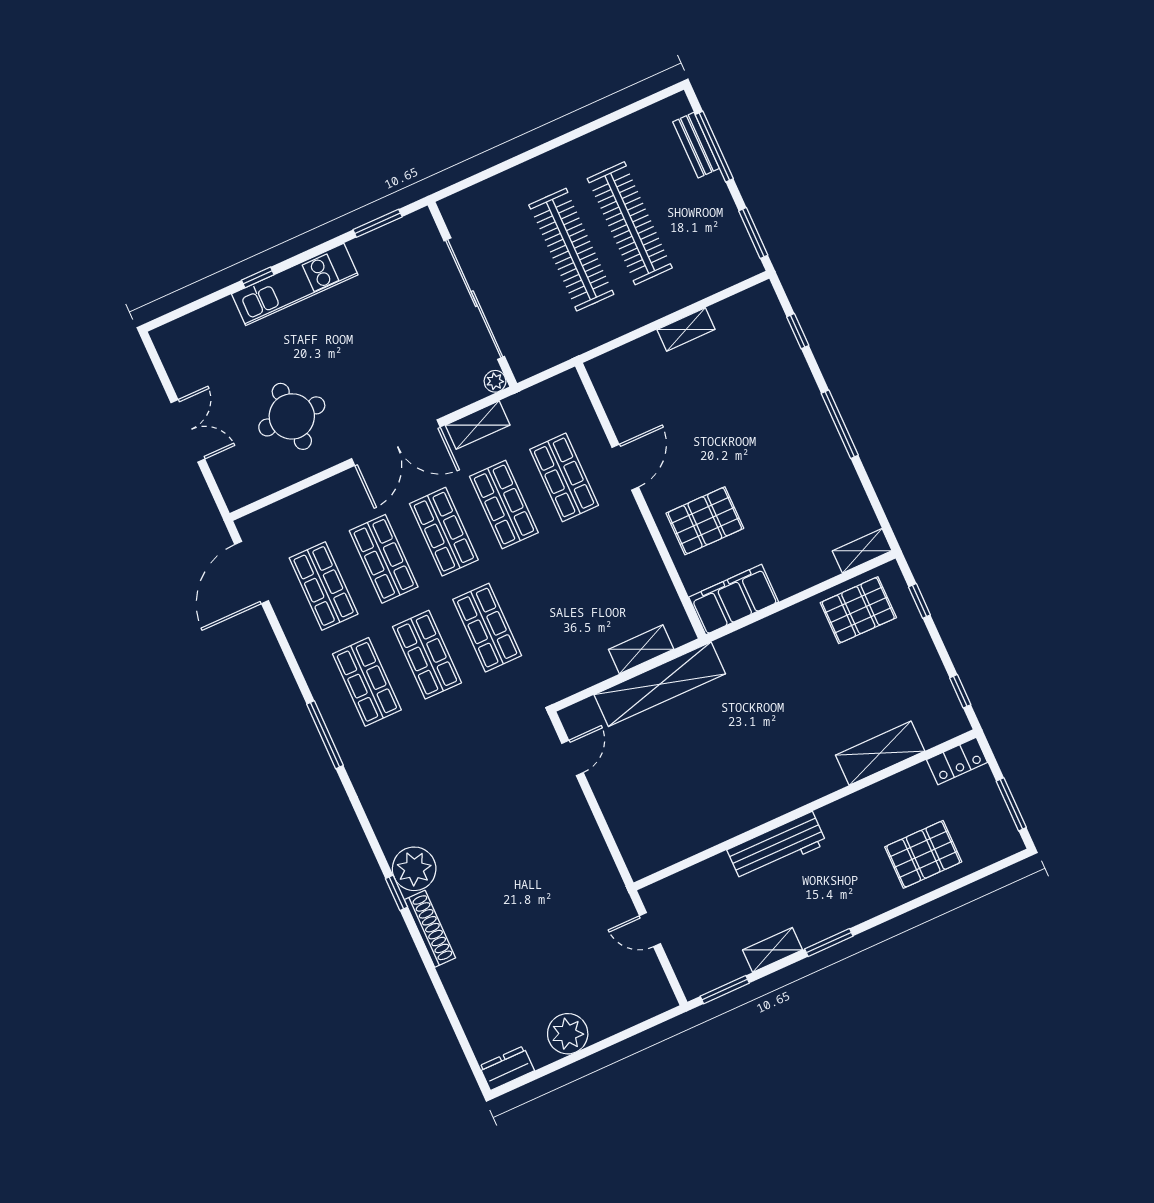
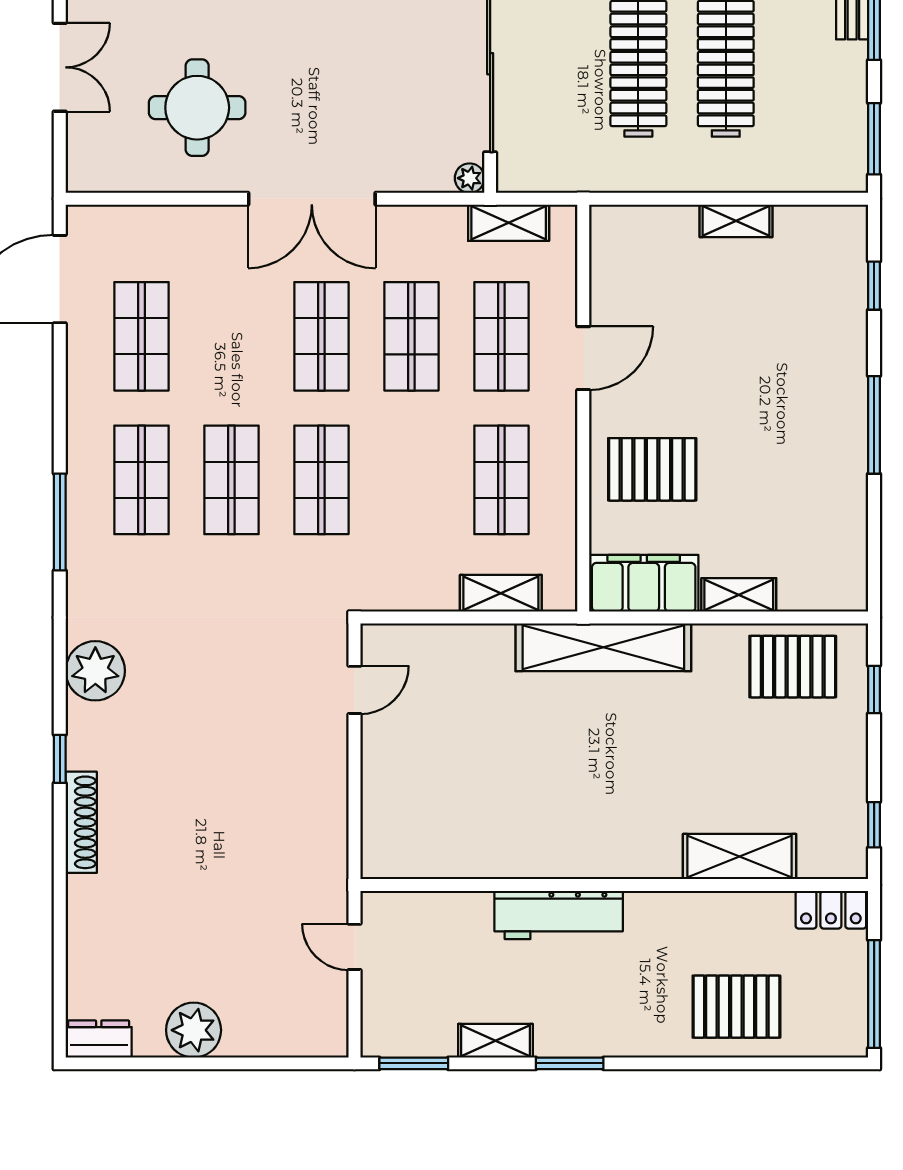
shelving: (478, 425) -> (509, 223), moved
shelving: (862, 551) -> (739, 595), moved
shop shelf: (384, 559) -> (501, 480), moved
shelving: (660, 684) -> (603, 647), moved
window: (1011, 804) -> (874, 994), width x1.44
plant: (414, 869) -> (95, 671), moved

